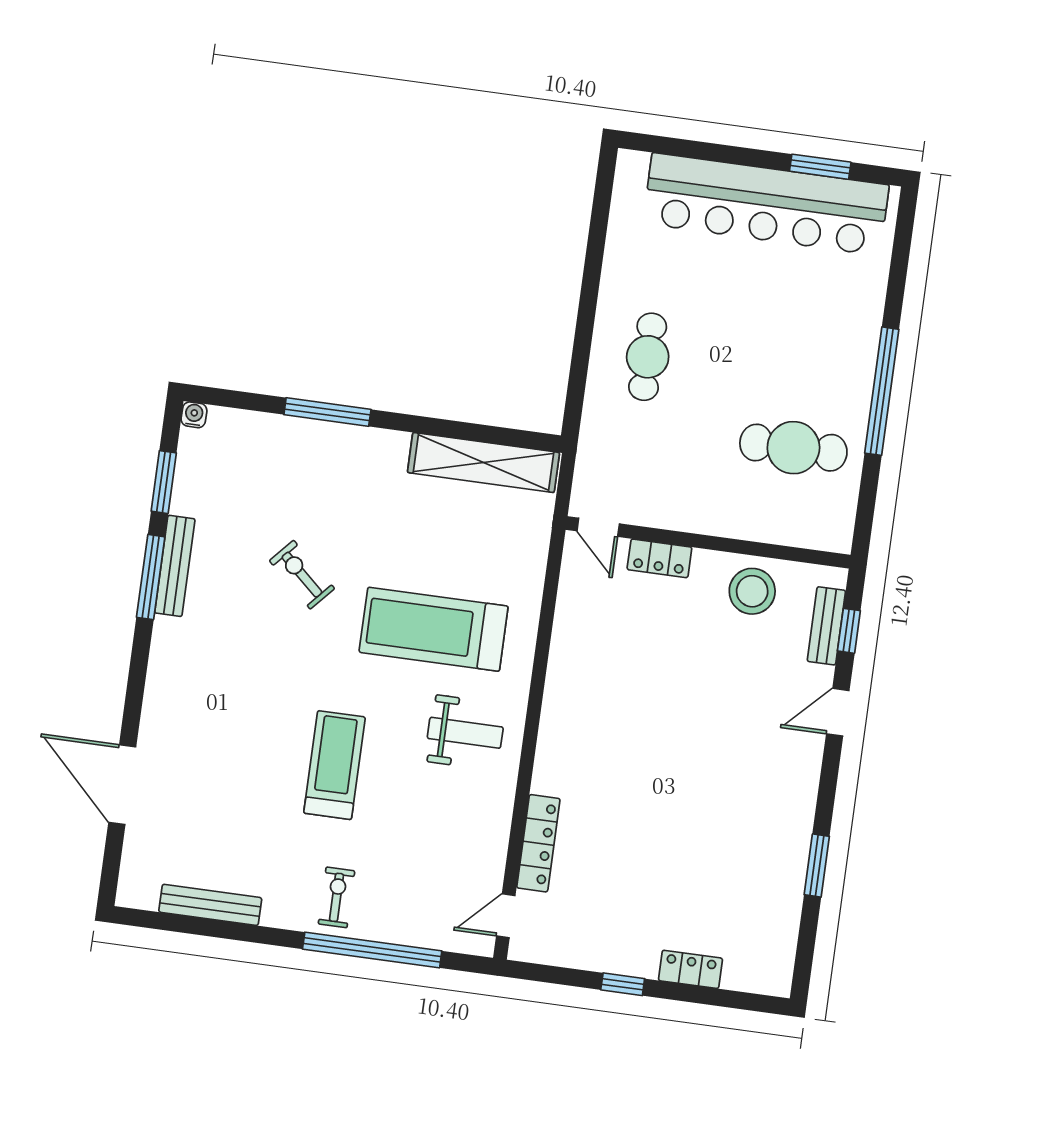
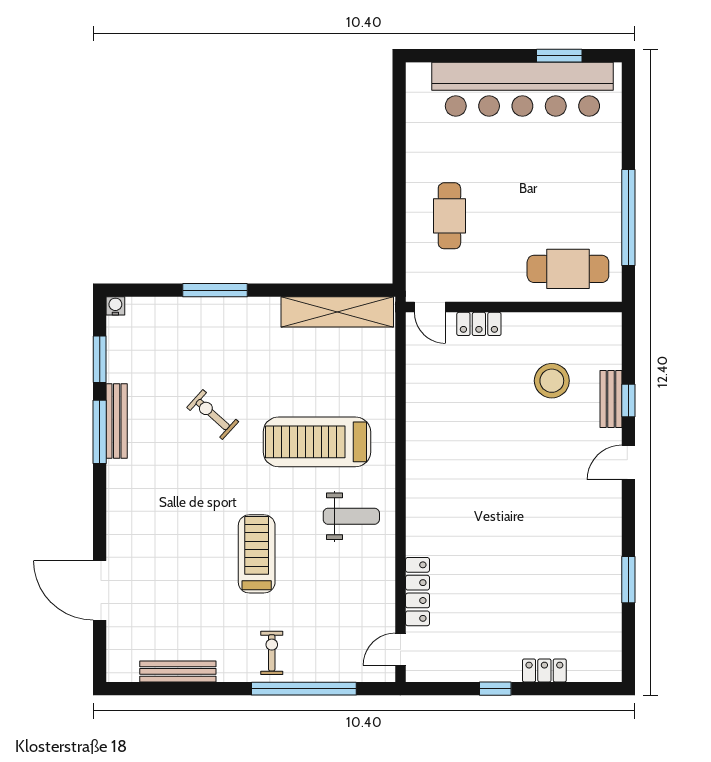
door: (598, 527) -> (430, 307), moved
wall: (708, 542) -> (514, 307), moved
locker: (659, 558) -> (479, 324), moved

